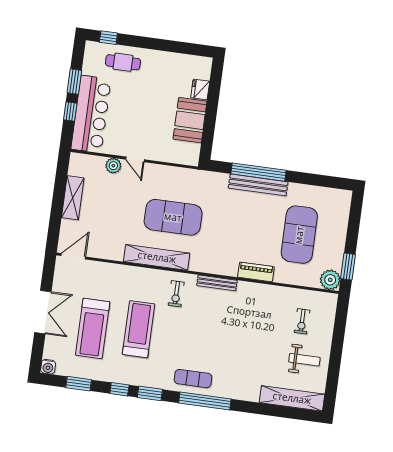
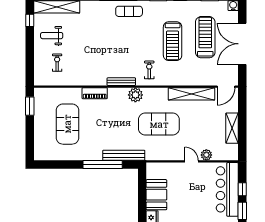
bench: (258, 185) -> (124, 155), moved
shelving: (157, 257) -> (191, 94), moved
plant: (330, 280) -> (135, 95), moved
double door: (43, 312) -> (242, 44), width x1.36
window: (332, 385) -> (30, 20), added

